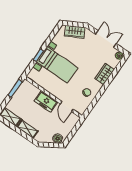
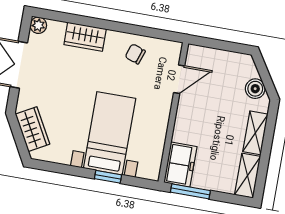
freezer: (46, 101) -> (180, 164), moved
boiler: (58, 139) -> (255, 89), moved

